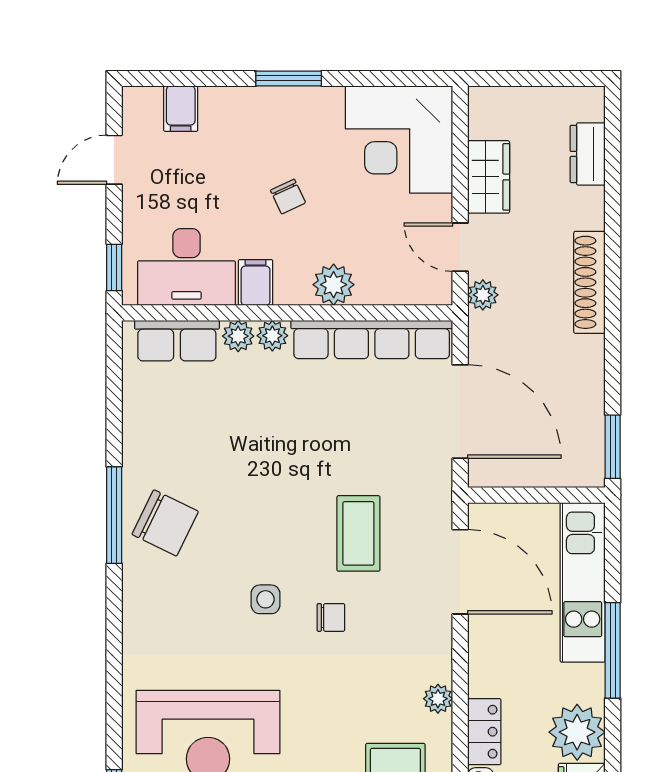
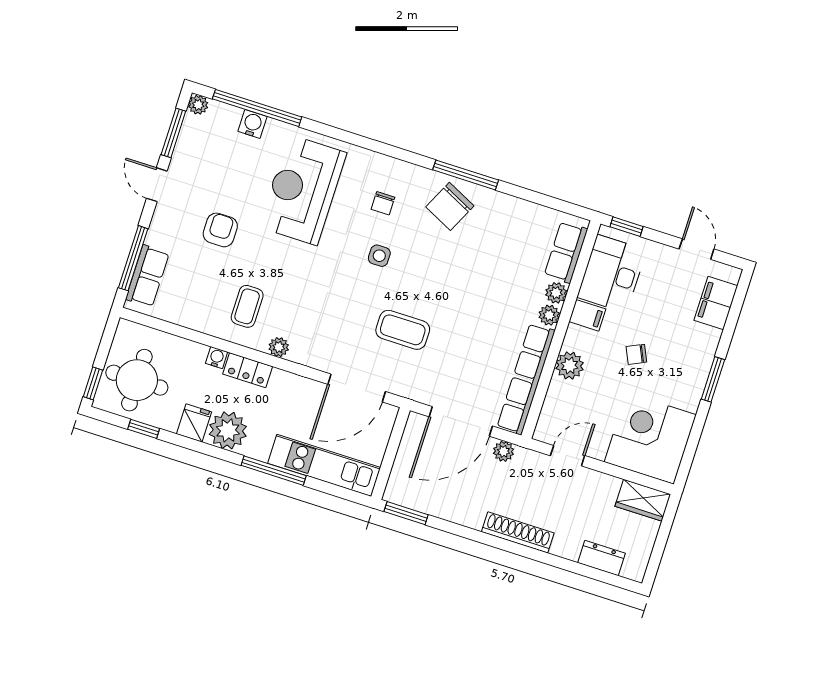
filing cabinet: (181, 109) -> (716, 303), width x2.00
wardrobe: (489, 177) -> (643, 500), moved
plant: (483, 295) -> (504, 451), moved
chair: (331, 617) -> (383, 203), moved

